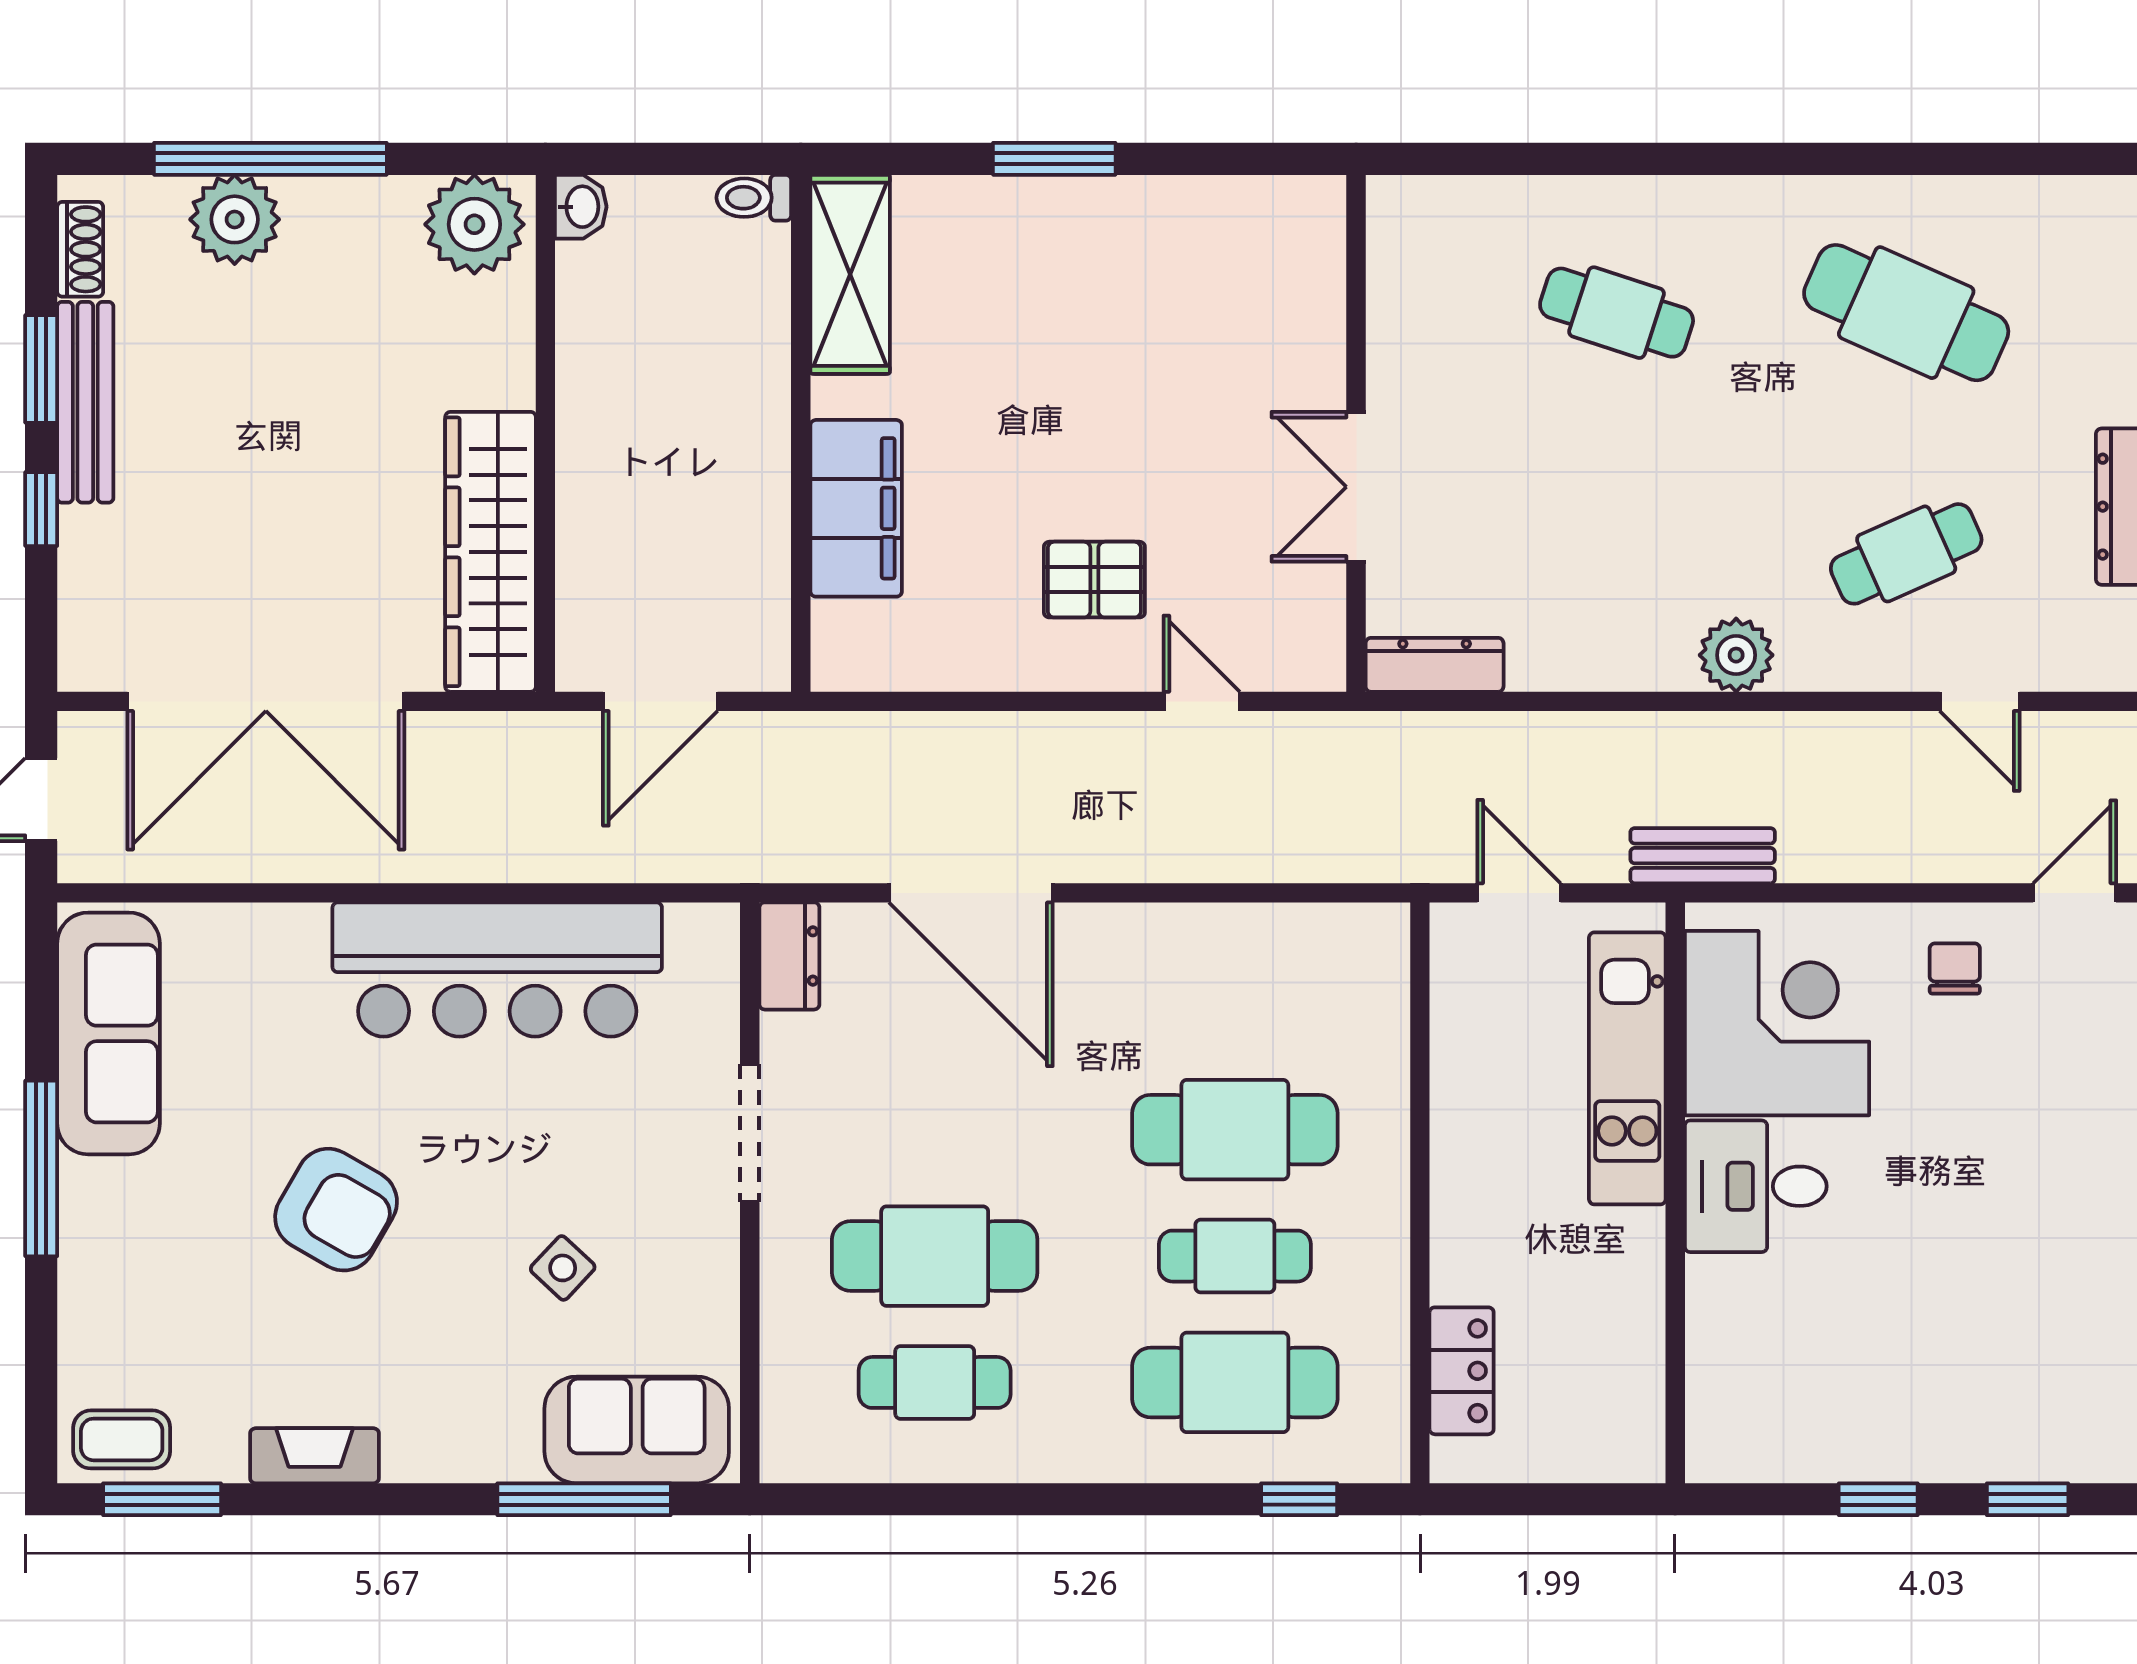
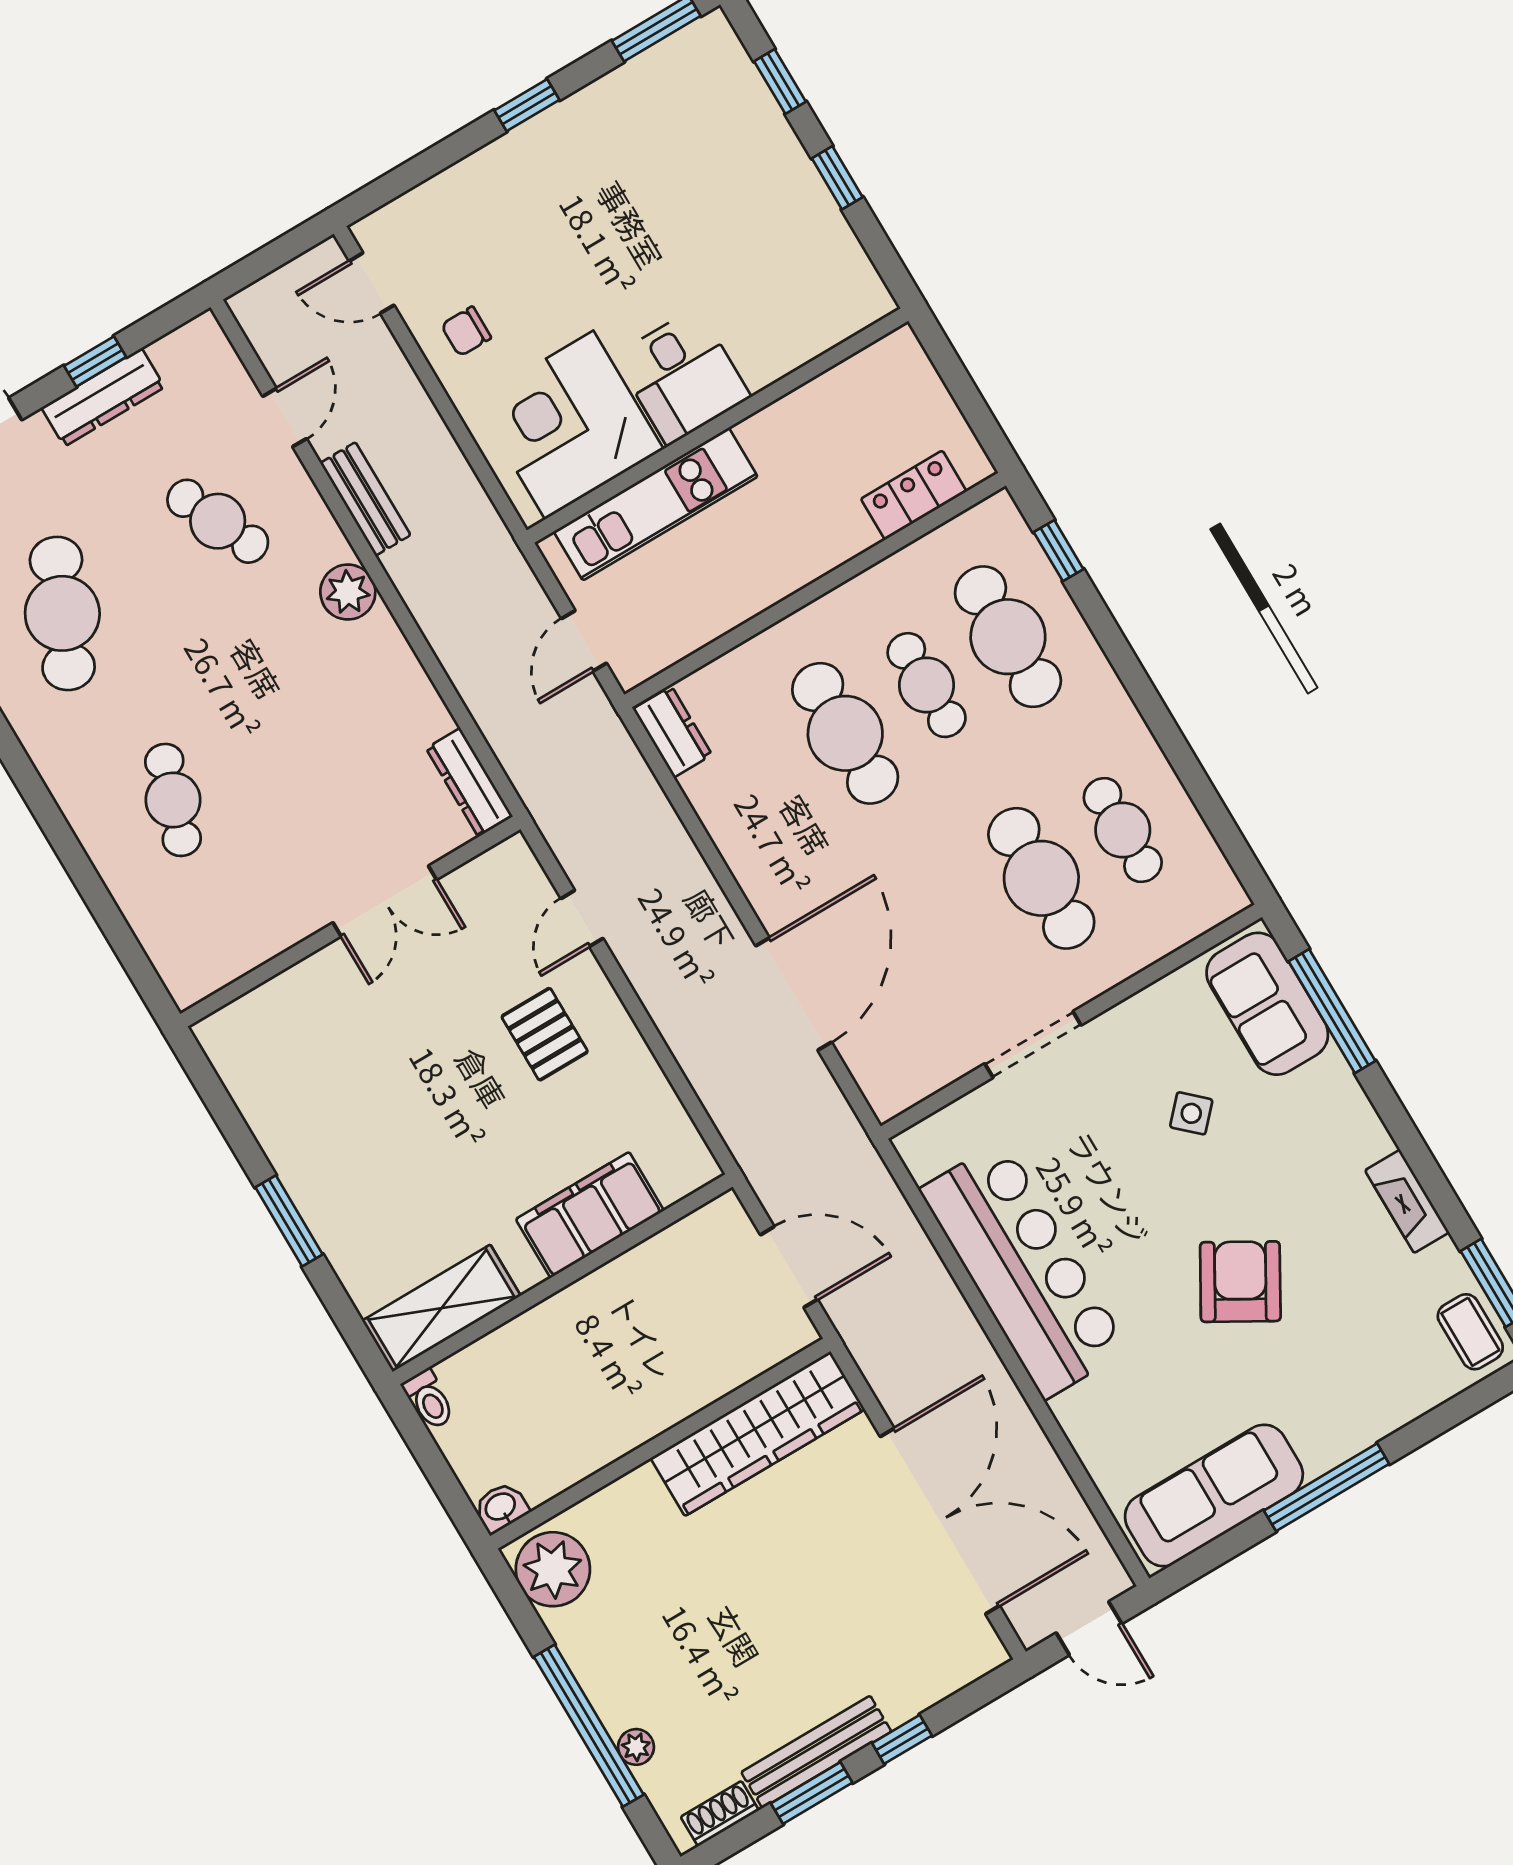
plant: (235, 219) -> (636, 1747), width x0.53, depth x0.53
bench: (1703, 856) -> (365, 499), moved
dresser: (789, 956) -> (673, 732), moved, turned 90

